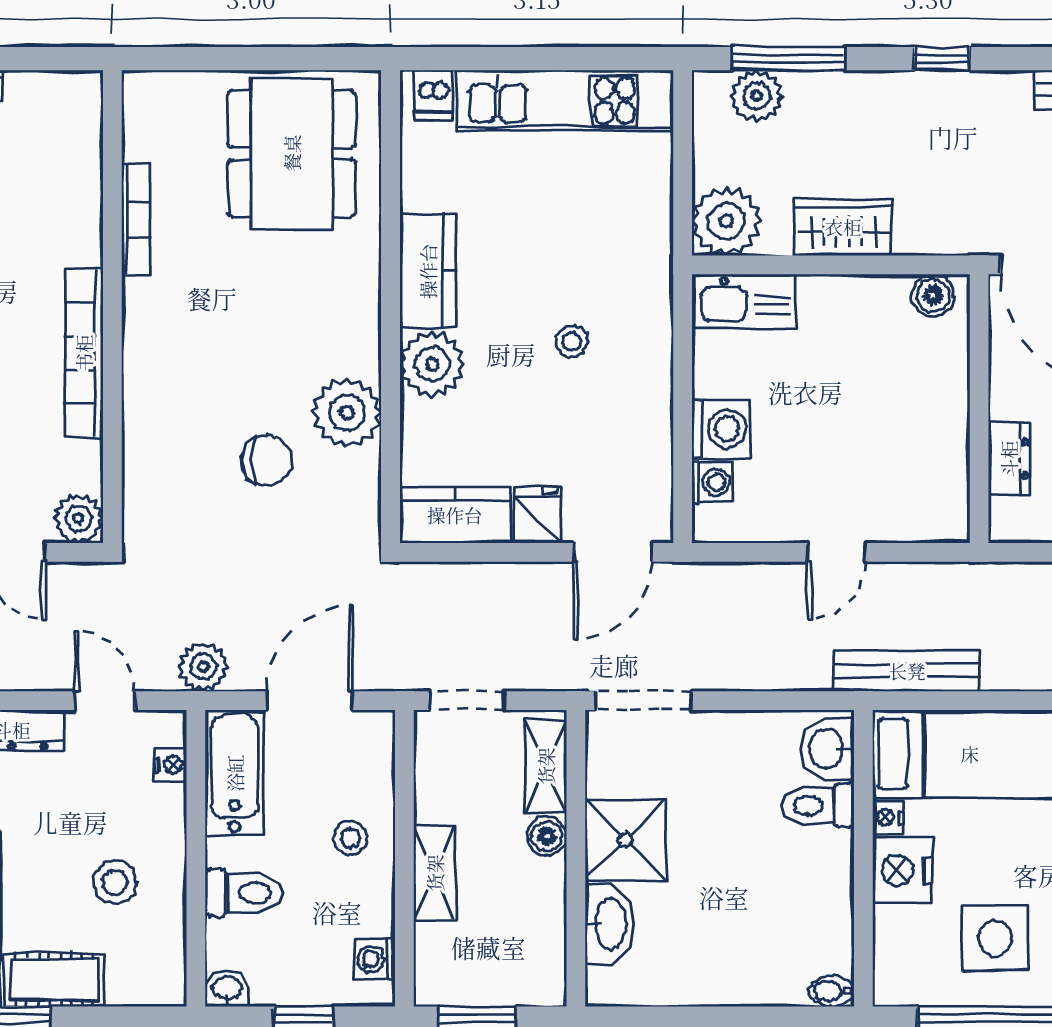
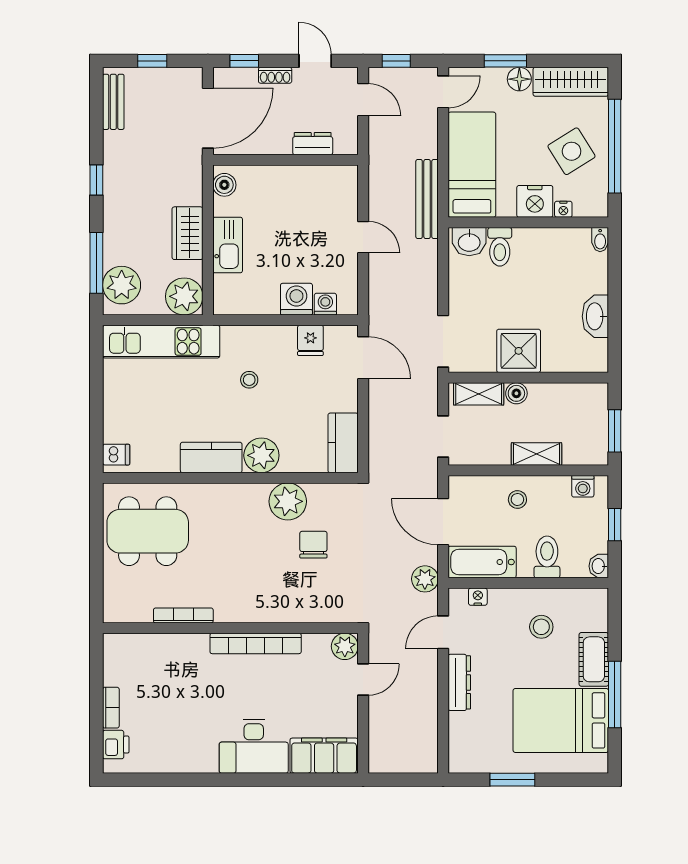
plant: (757, 96) -> (122, 285), width x1.36, depth x1.36
kitchen unit: (565, 101) -> (161, 342), moved, turned 90
kitchen sink: (744, 301) -> (228, 245), moved
fridge: (538, 515) -> (310, 340), moved, turned -90
nightstand: (888, 817) -> (563, 209), moved
washbasin: (609, 924) -> (595, 316), moved, turned -90
side table: (995, 938) -> (572, 151), turned -32

